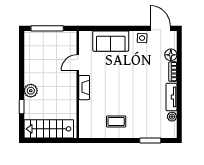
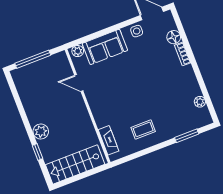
plant: (87, 36) -> (78, 51), added
door: (78, 63) -> (79, 83), hinge flipped
fireplace: (84, 88) -> (109, 140), moved
tv unit: (171, 97) -> (191, 81), removed

